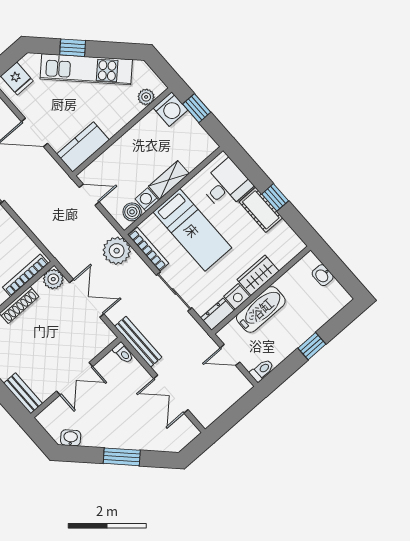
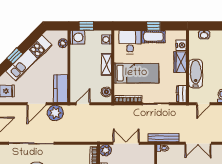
washing machine: (147, 200) -> (107, 40), moved
plant: (117, 251) -> (55, 113), moved
nightstand: (237, 296) -> (181, 45), moved

